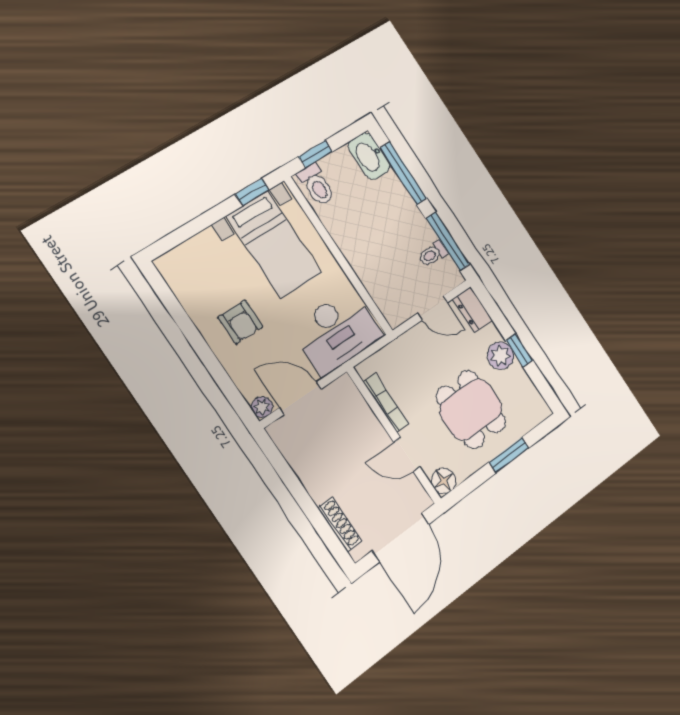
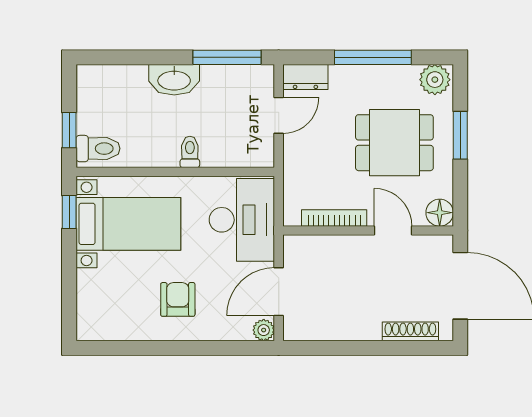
washbasin: (369, 156) -> (174, 80), moved
window: (403, 173) -> (137, 57), removed
toilet: (433, 254) -> (190, 152), moved, turned 180
armchair: (241, 322) -> (178, 299), turned -90
window: (519, 350) -> (373, 57), width x2.17
plant: (500, 356) -> (435, 80), moved
door: (407, 455) -> (393, 231), swing flipped

